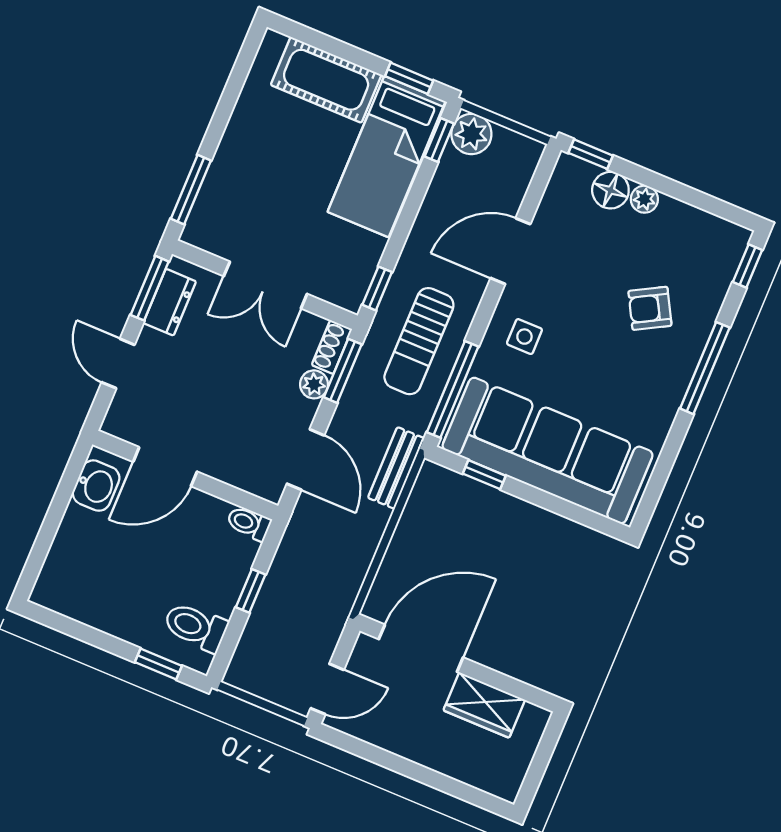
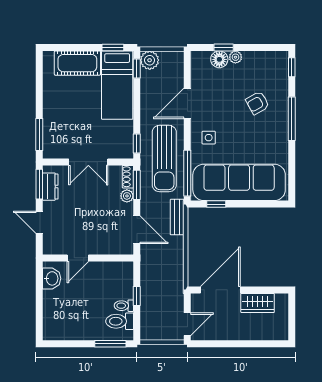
window: (591, 154) -> (224, 47), moved
sun lounger: (419, 341) -> (164, 159), width x1.36, depth x1.34
door: (165, 467) -> (78, 258), width x0.73
toilet: (249, 523) -> (124, 306), moved
window: (158, 664) -> (110, 344), width x1.50

